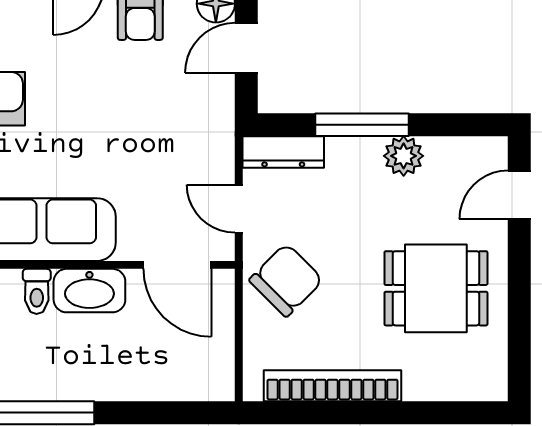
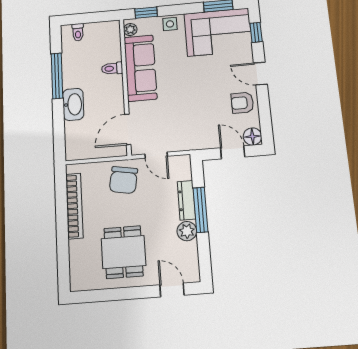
dresser: (283, 152) -> (186, 200), moved
door: (239, 209) -> (156, 155), swing flipped
chair: (286, 280) -> (123, 180), turned 55
washbasin: (89, 291) -> (73, 104), moved, turned 180

